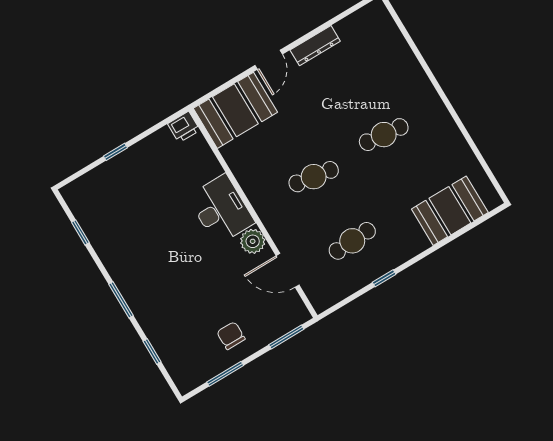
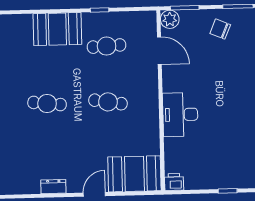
dresser: (315, 46) -> (53, 187), width x0.70
booth: (450, 211) -> (57, 29), moved
plant: (253, 241) -> (170, 19), moved
chair: (231, 336) -> (220, 29), turned 113

